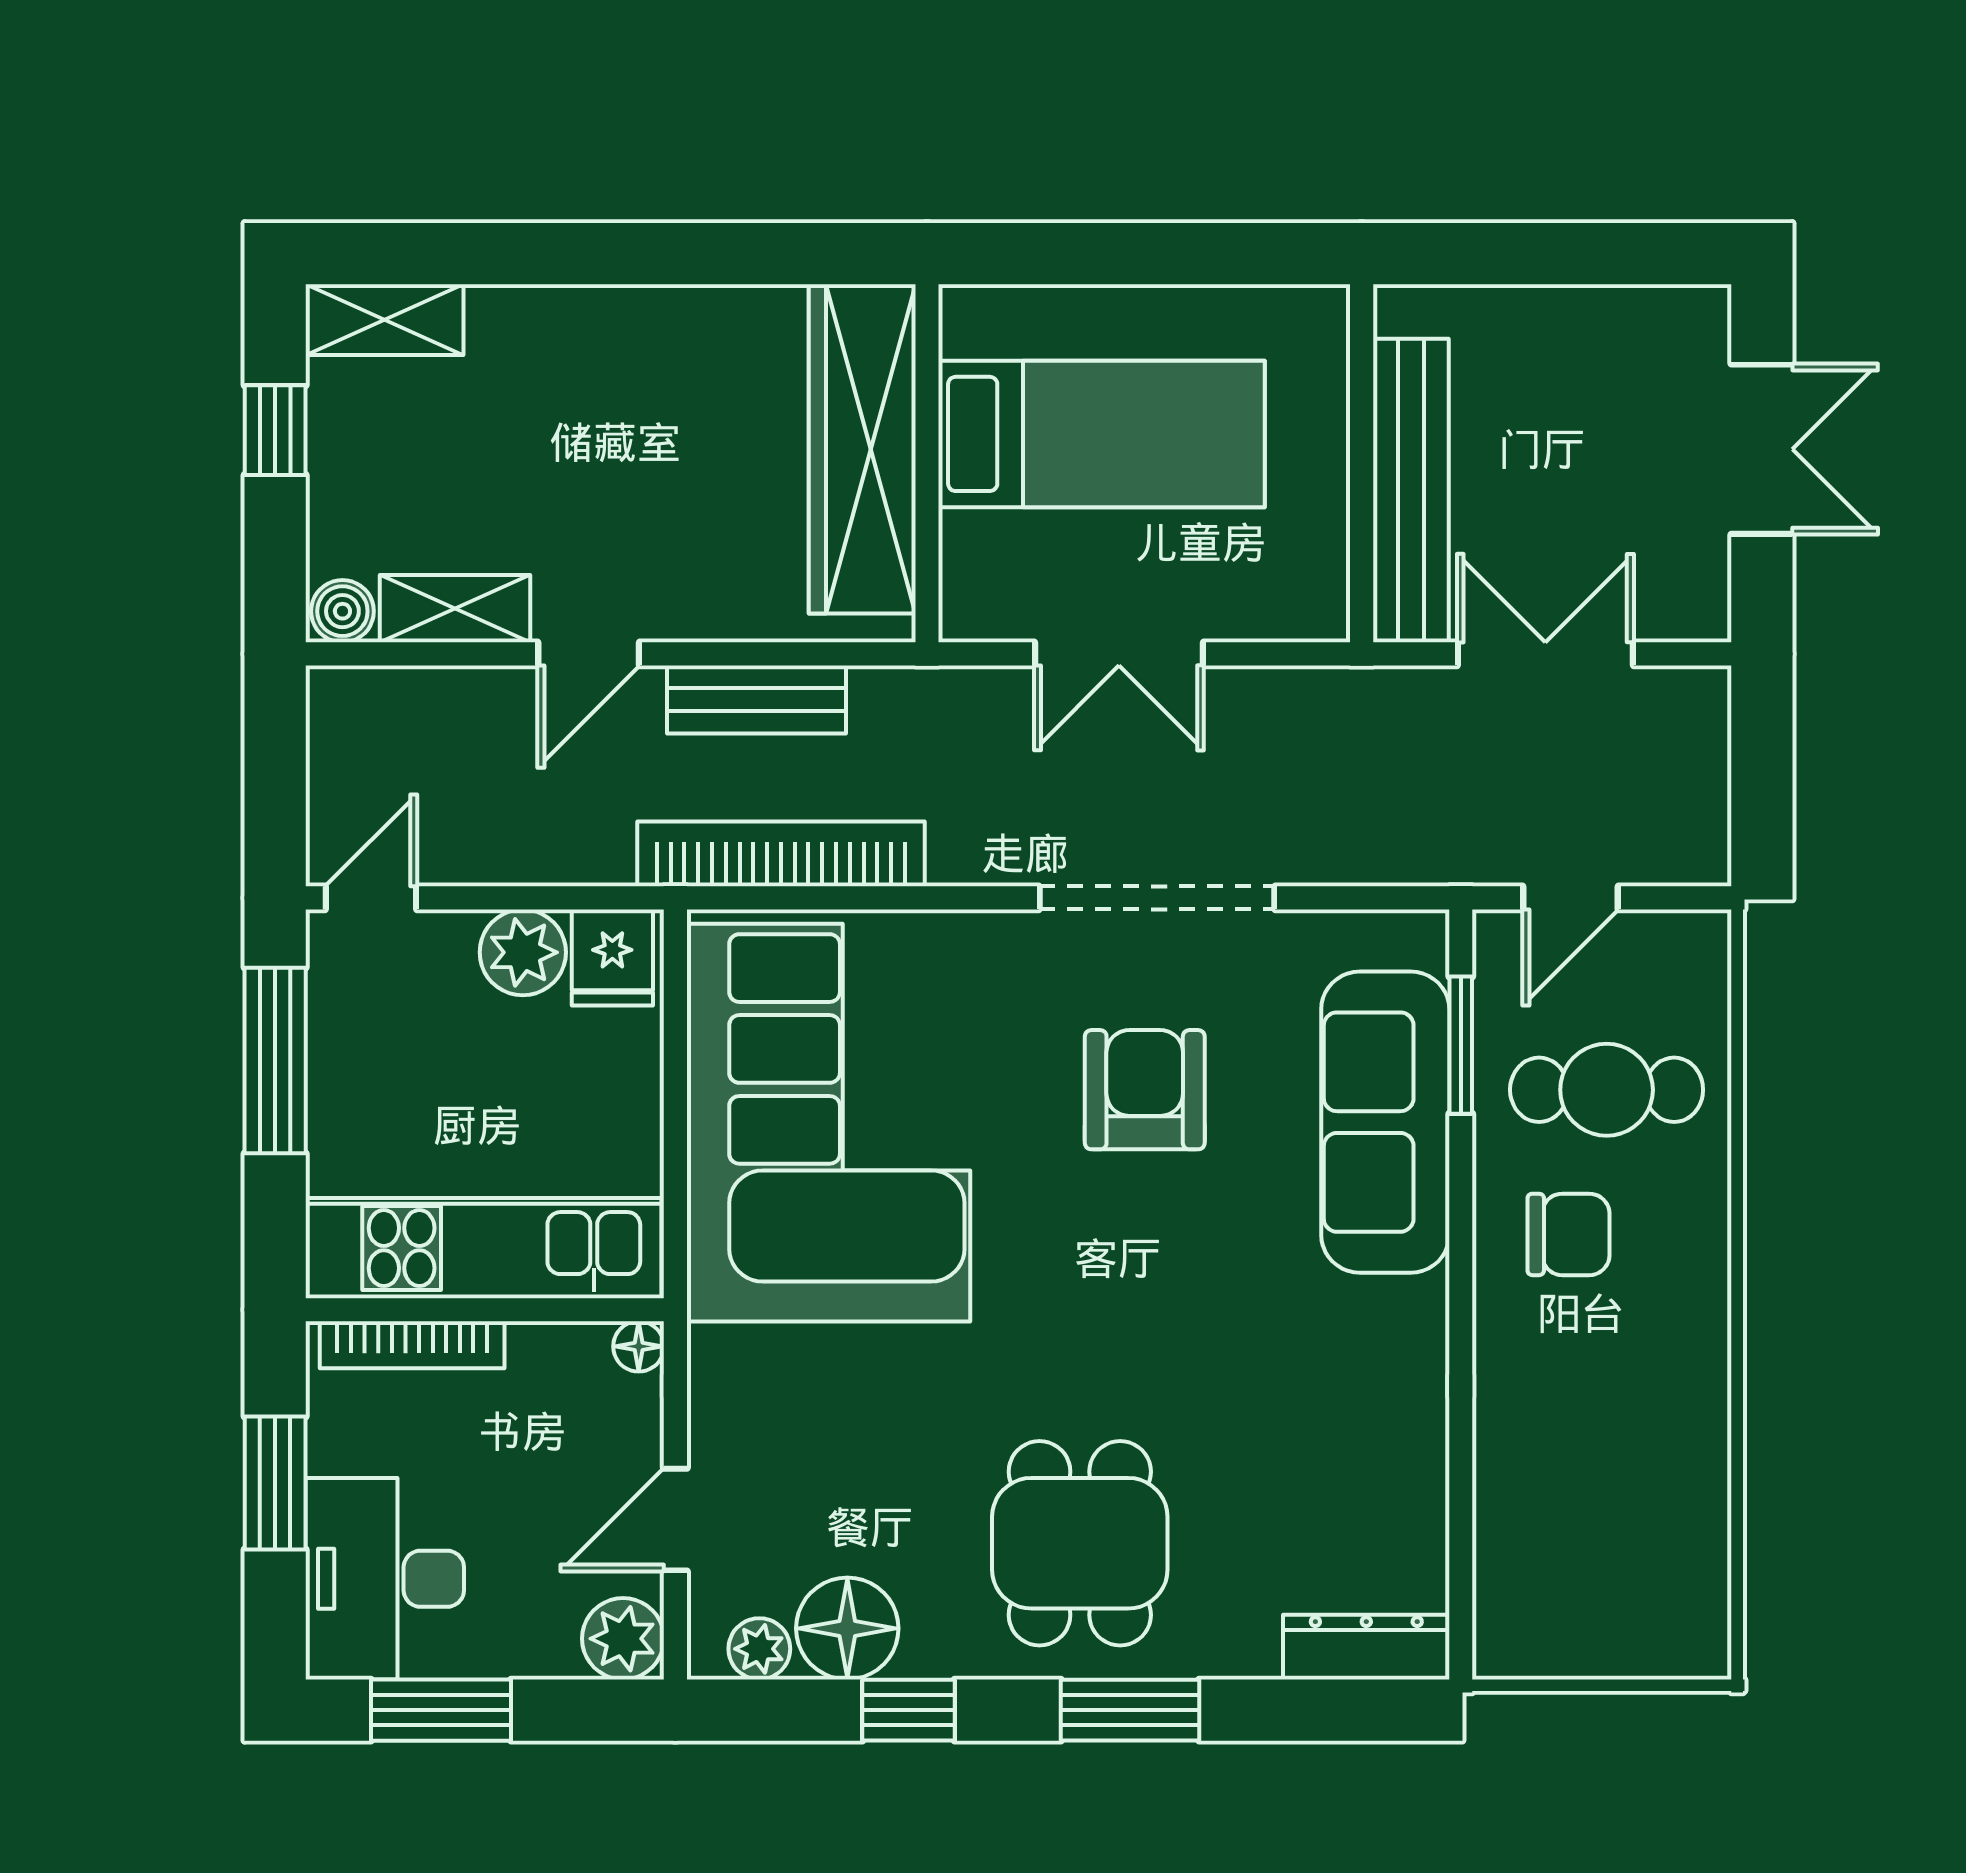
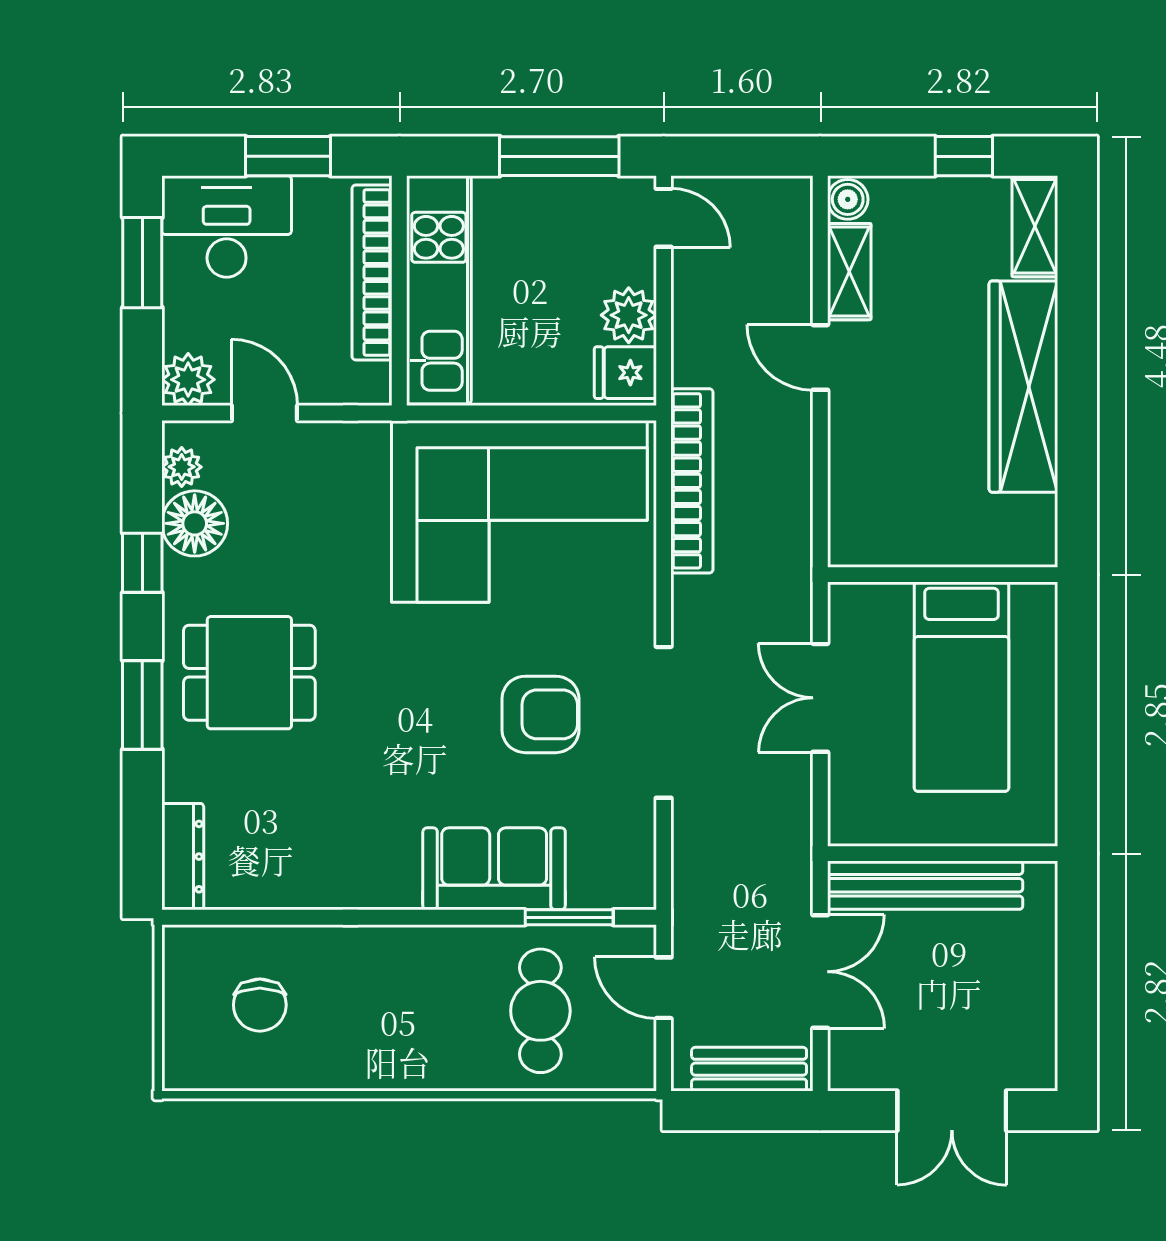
wardrobe: (862, 449) -> (1023, 387), moved, turned -90
bench: (756, 699) -> (749, 1069), moved, turned 90
sofa: (1385, 1122) -> (494, 869), width x0.73
chair: (1568, 1234) -> (260, 1005), moved
bookcase: (412, 1345) -> (372, 272), width x1.48, depth x1.31
floor lamp: (639, 1346) -> (376, 389), removed

